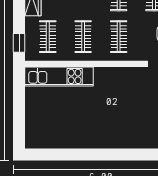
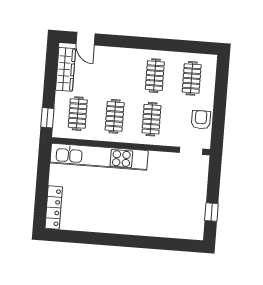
kitchen unit: (59, 76) -> (99, 157), width x1.36
locker: (32, 128) -> (54, 207), added

